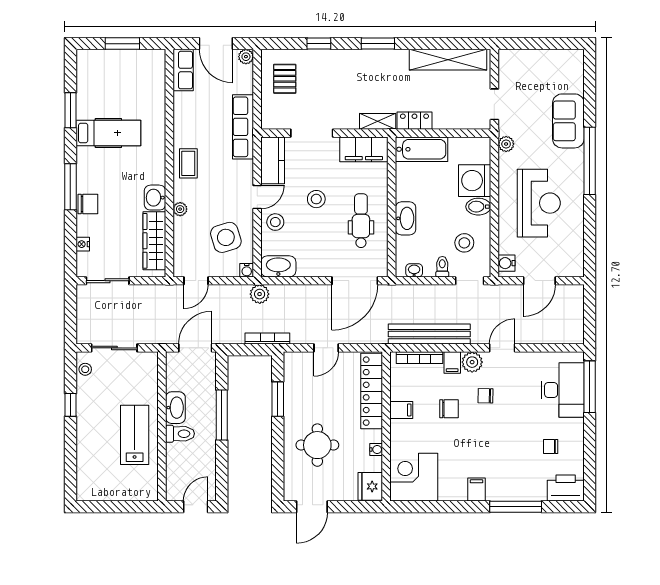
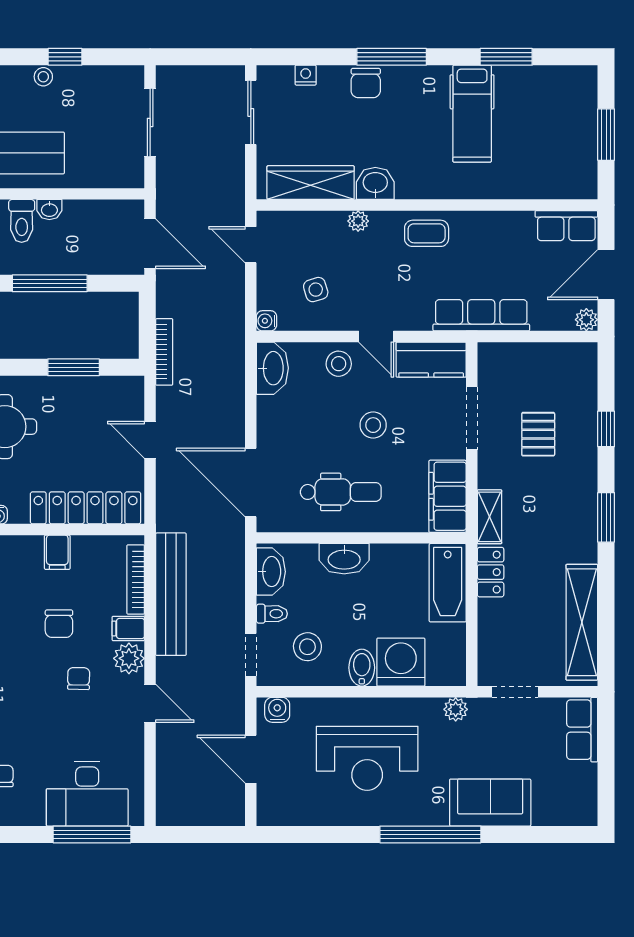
row of seats: (520, 59) -> (582, 730), added
pallet: (285, 79) -> (538, 434), moved, turned 90
side table: (226, 237) -> (316, 290), width x0.54, depth x0.54
washbasin: (414, 270) -> (271, 572), width x1.91, depth x1.45
plant: (260, 294) -> (231, 340), removed
stool: (85, 369) -> (43, 77), moved
washbasin: (175, 408) -> (49, 210), width x0.52, depth x0.69

